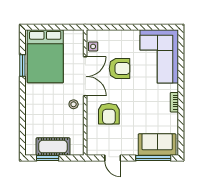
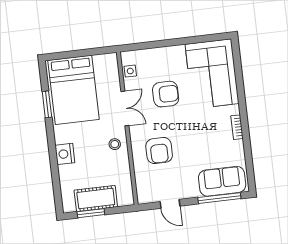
double door: (85, 76) -> (125, 108), width x0.73
nightstand: (32, 107) -> (65, 154), added

